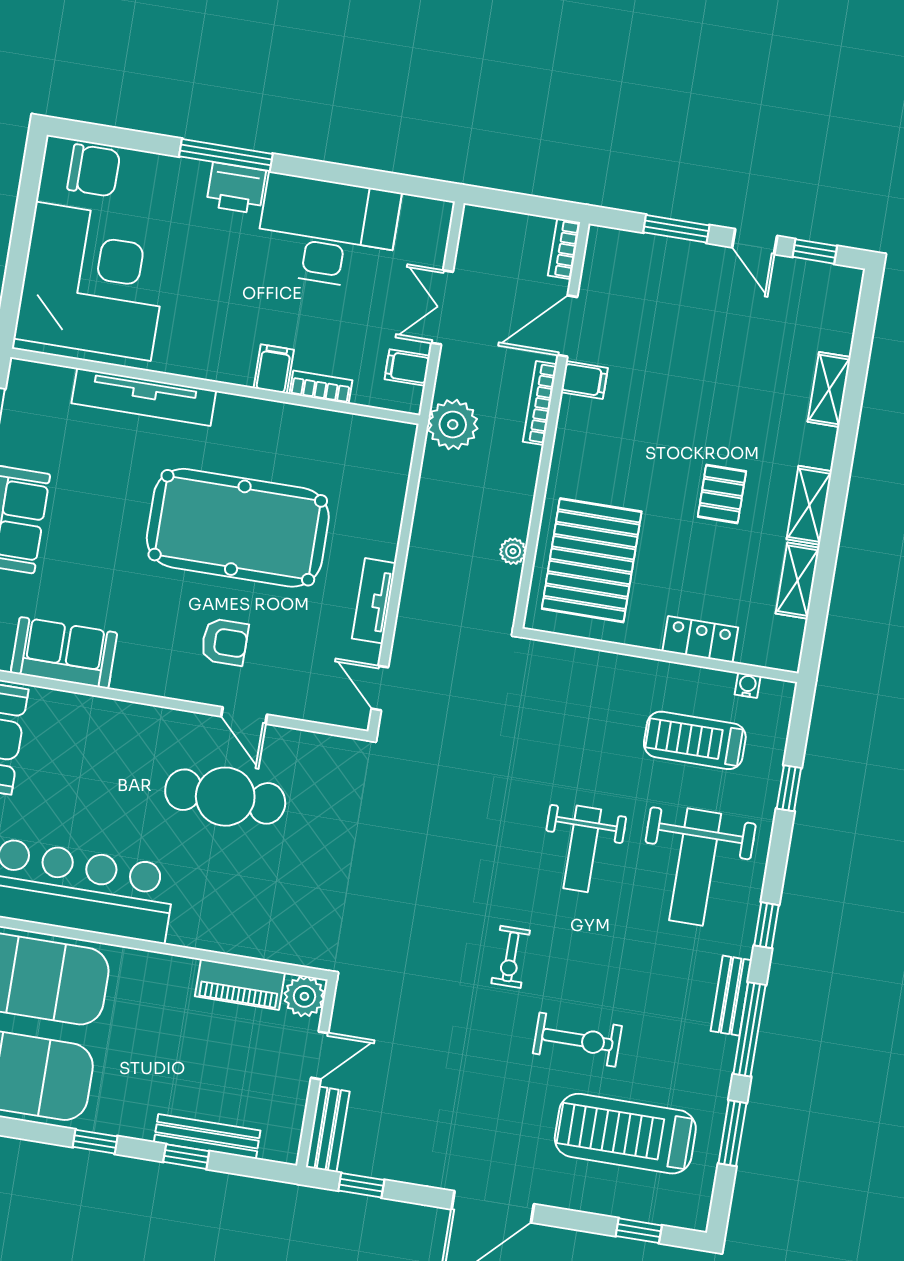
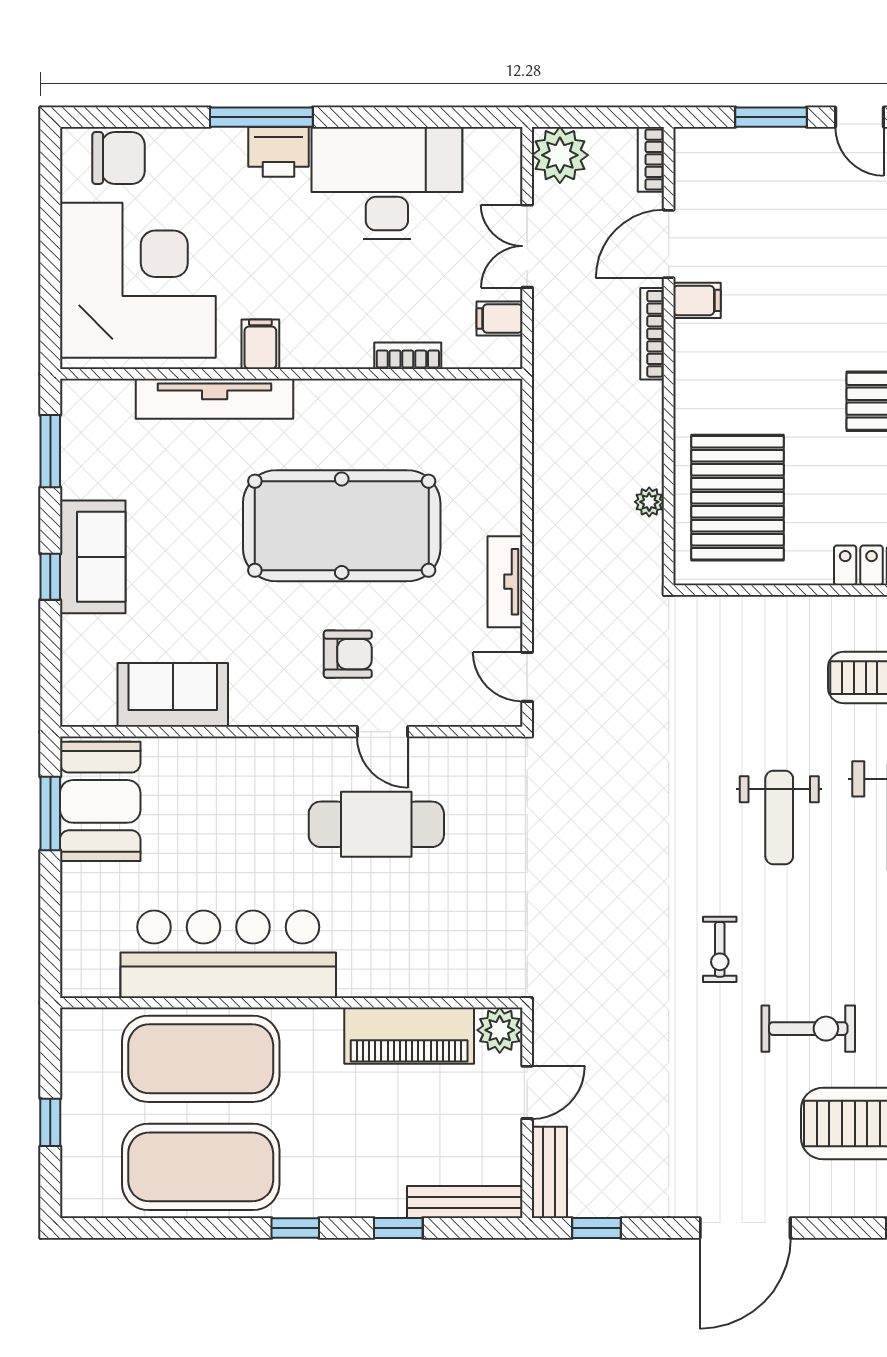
filing cabinet: (274, 369) -> (260, 344), moved
plant: (453, 425) -> (560, 155), moved
piano: (240, 984) -> (409, 1036), width x1.37, depth x1.33
bench: (207, 1136) -> (465, 1202), moved

